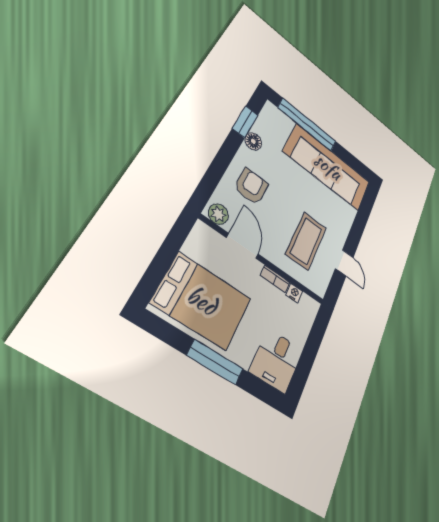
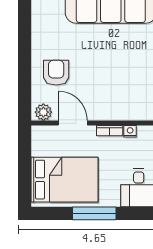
window: (245, 122) -> (25, 23), removed
floor lamp: (253, 141) -> (39, 34), removed
coffee table: (306, 241) -> (121, 84), removed

